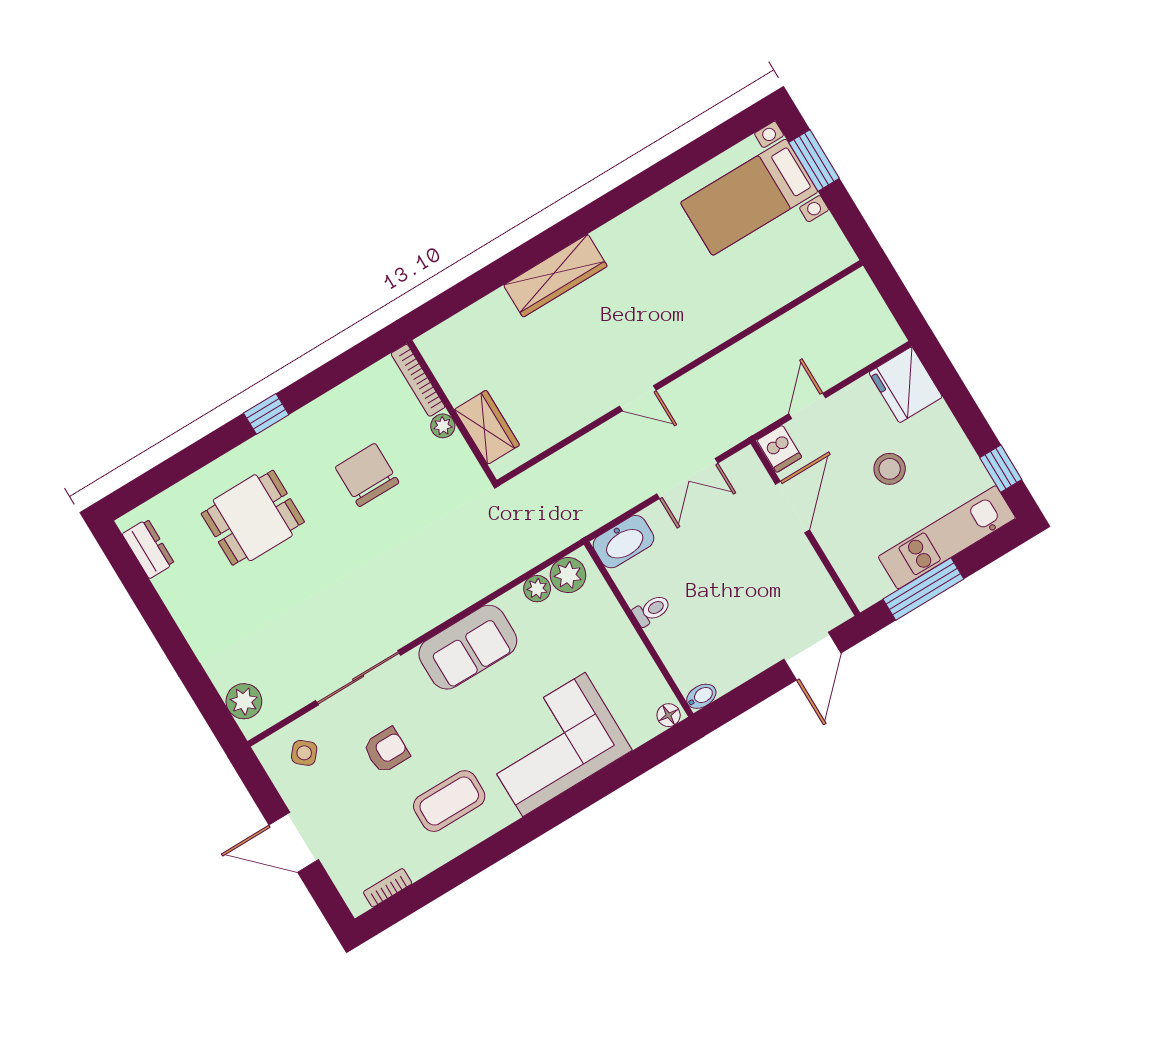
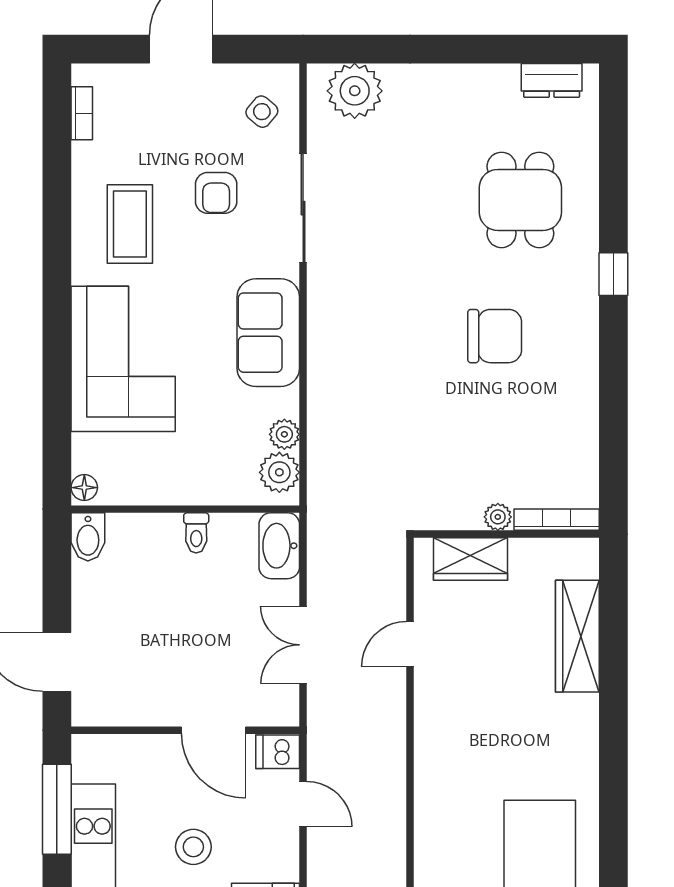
bookcase: (418, 380) -> (557, 520), moved
wall: (452, 412) -> (506, 534), moved
plant: (443, 426) -> (498, 517), moved
wardrobe: (487, 427) -> (471, 559), moved
bidet: (701, 696) -> (88, 537), width x1.38, depth x1.36
plant: (244, 701) -> (355, 91), width x1.36, depth x1.36

